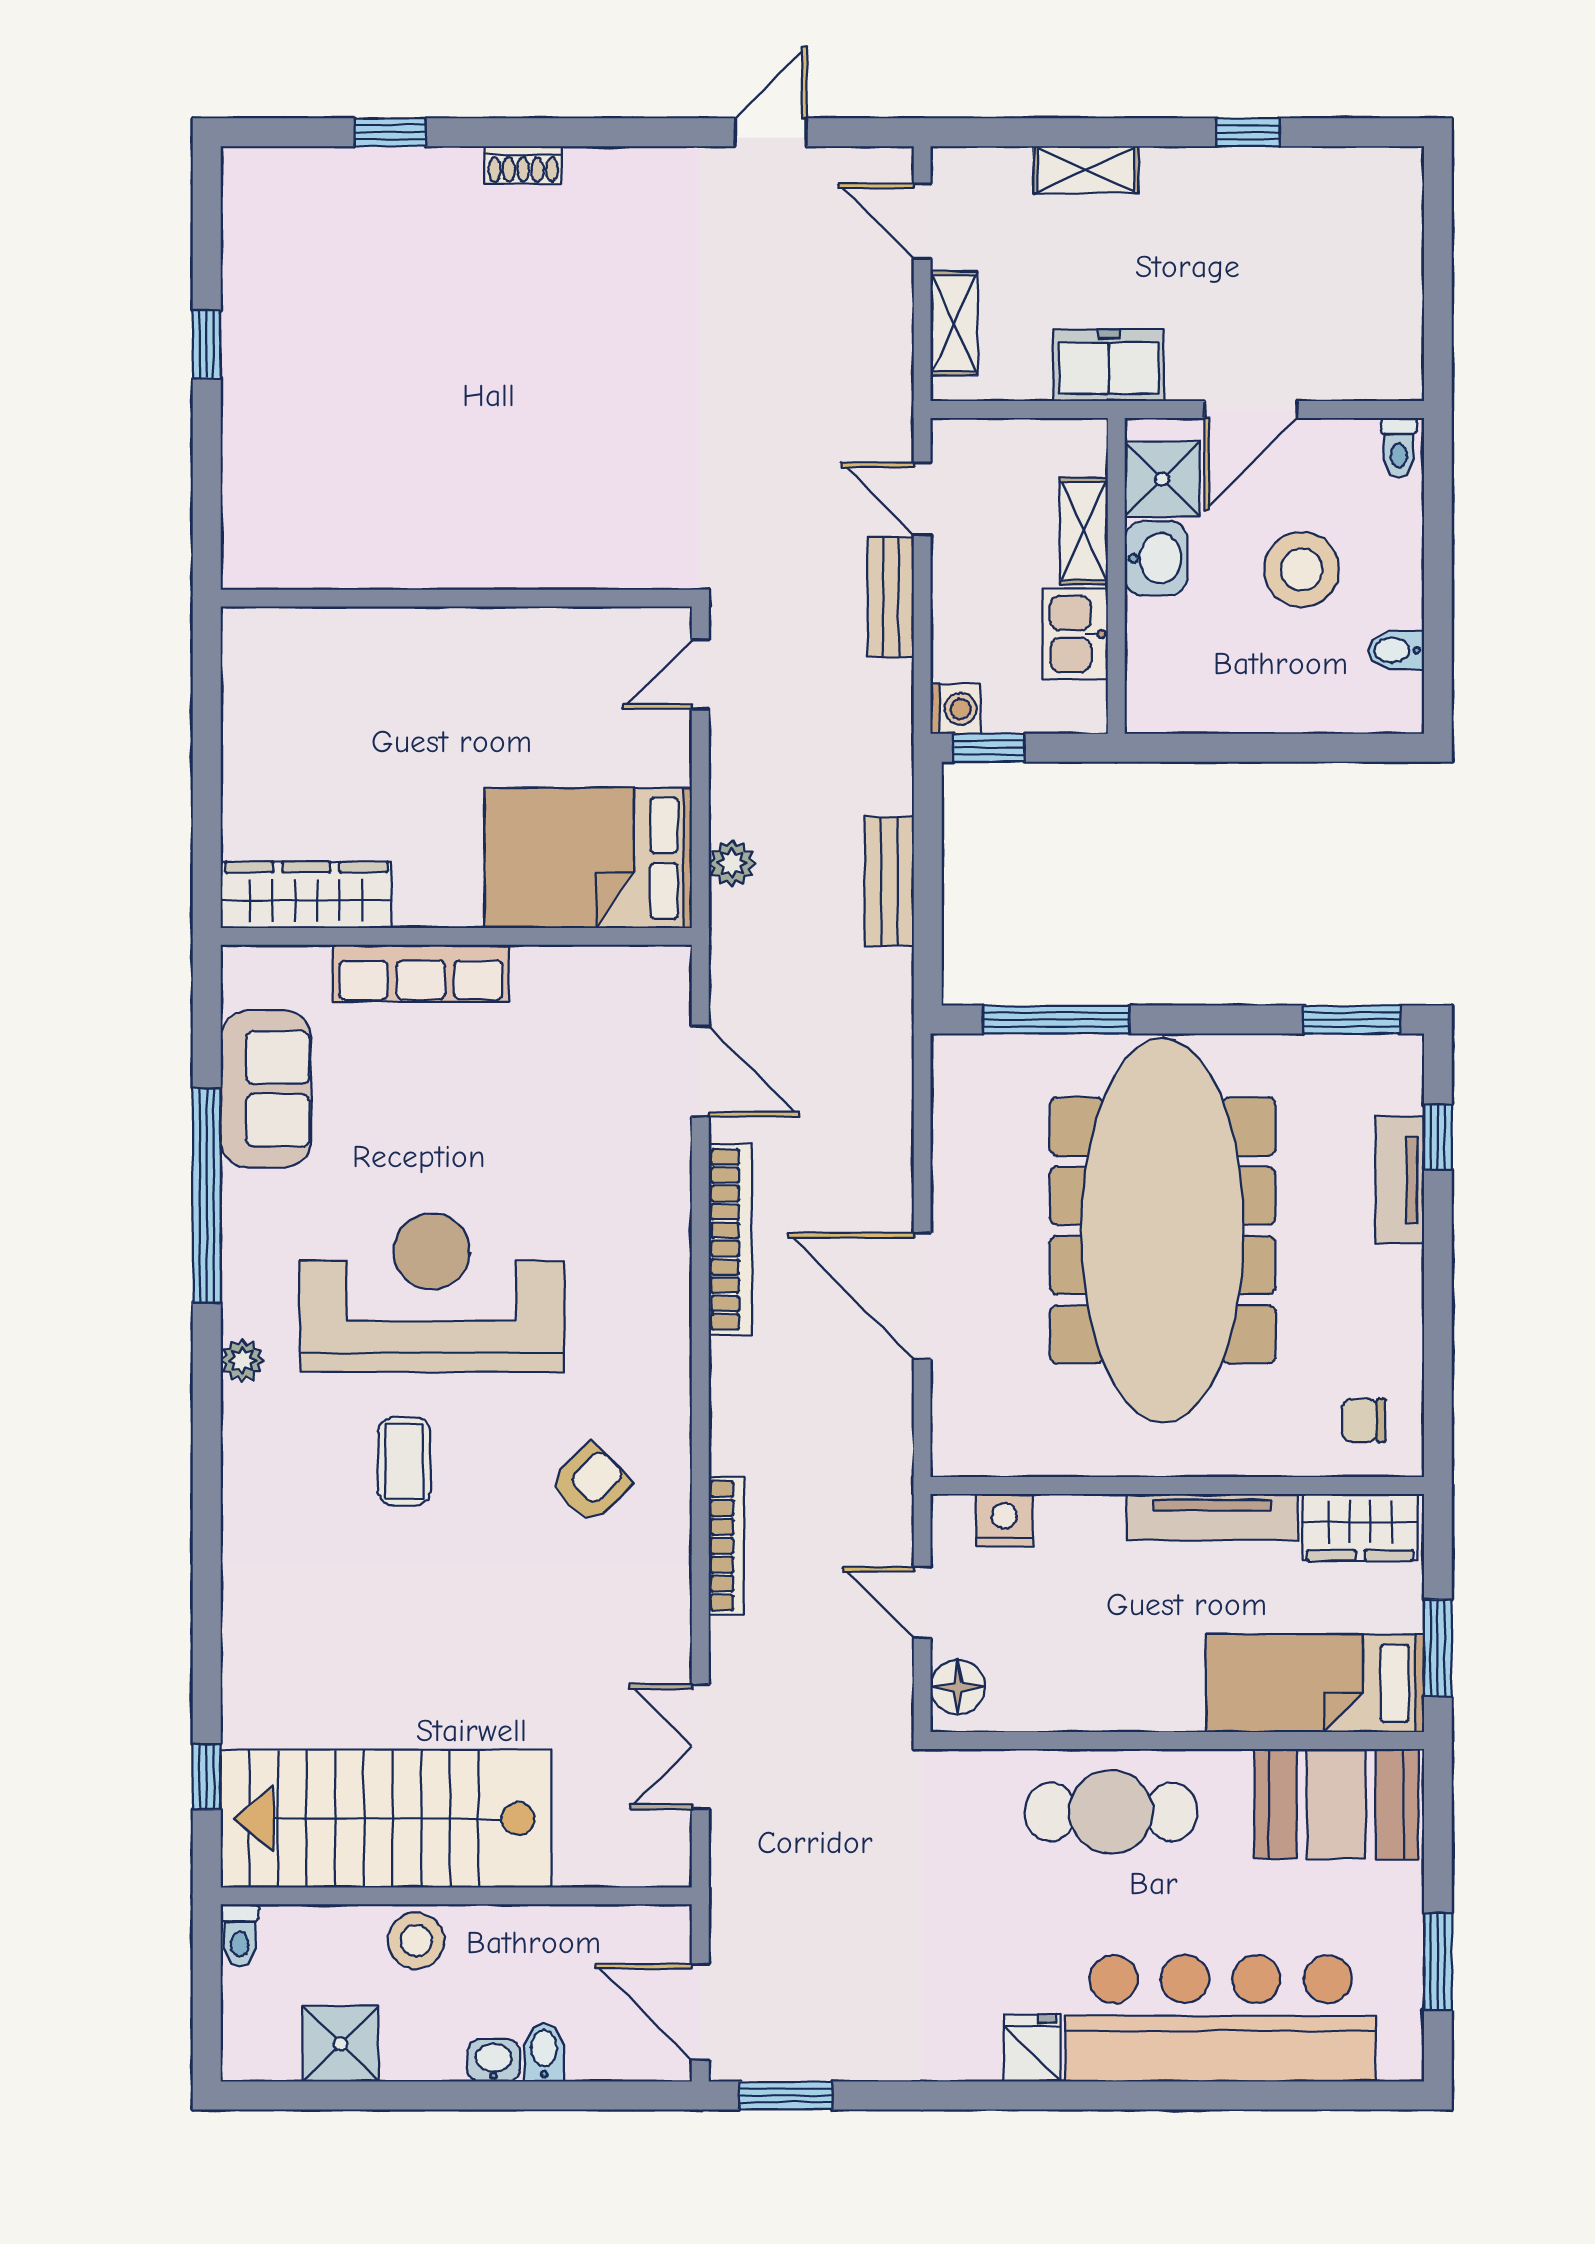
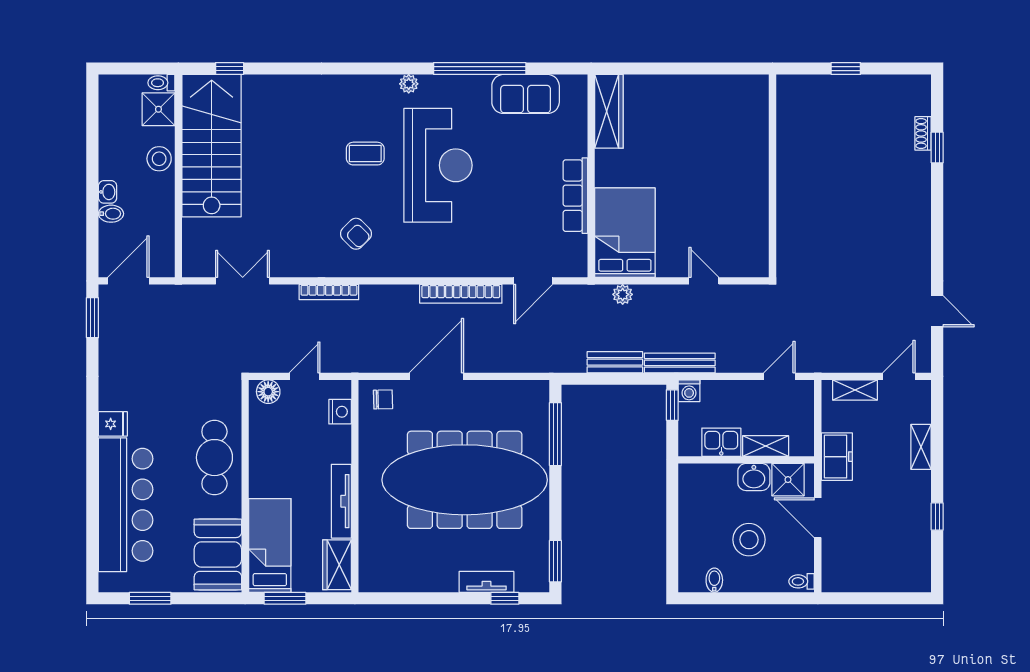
shoe rack: (523, 165) -> (923, 133), moved
bench: (891, 597) -> (680, 363), moved, width x1.36
wall: (456, 598) -> (772, 176), moved
row of seats: (421, 973) -> (575, 196), moved
chair: (1364, 1420) -> (383, 399), moved, turned 89
shower: (341, 2044) -> (158, 109), moved

